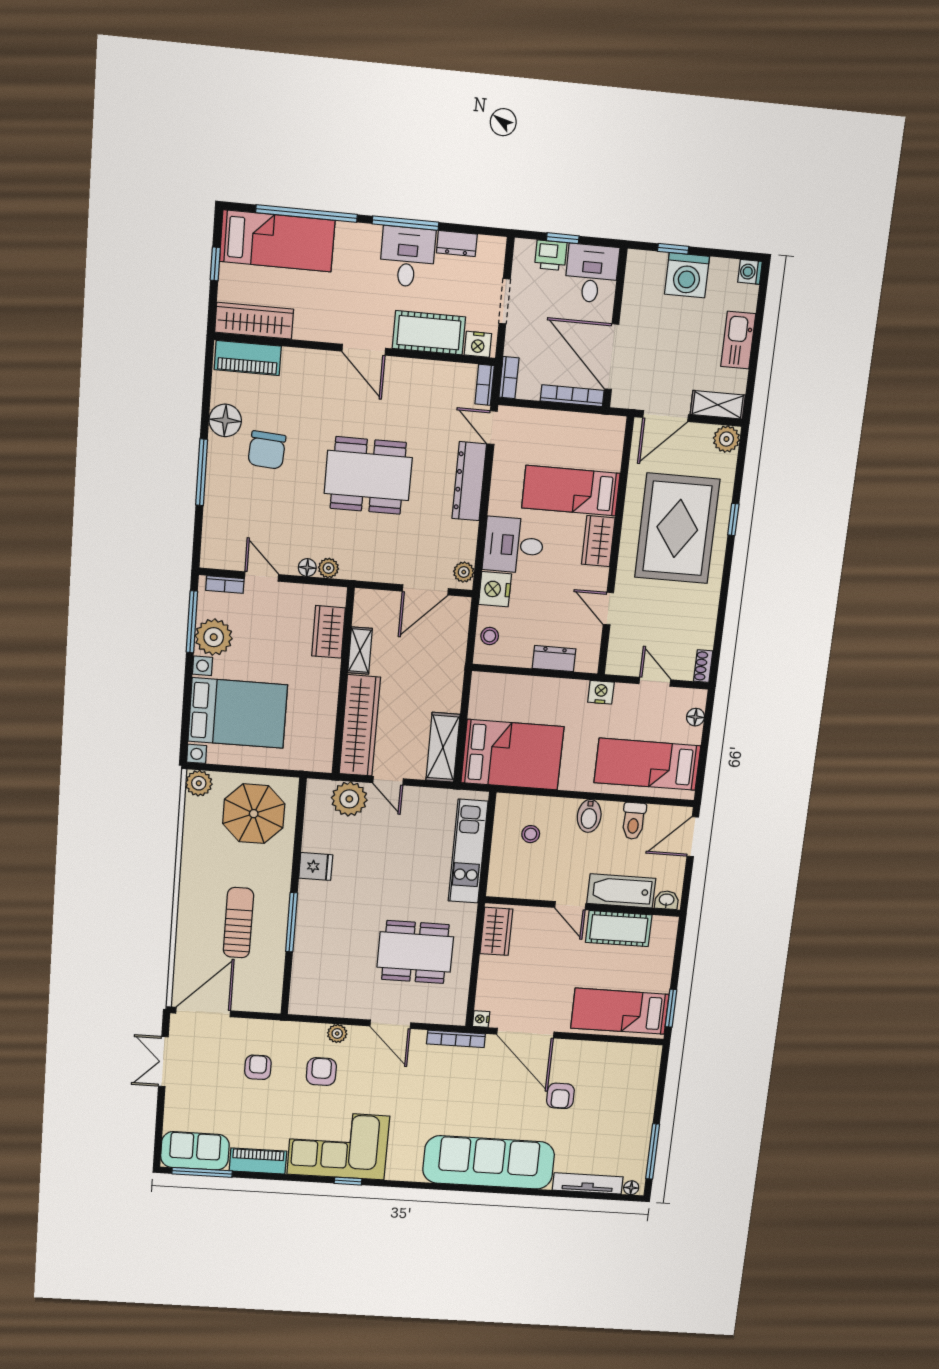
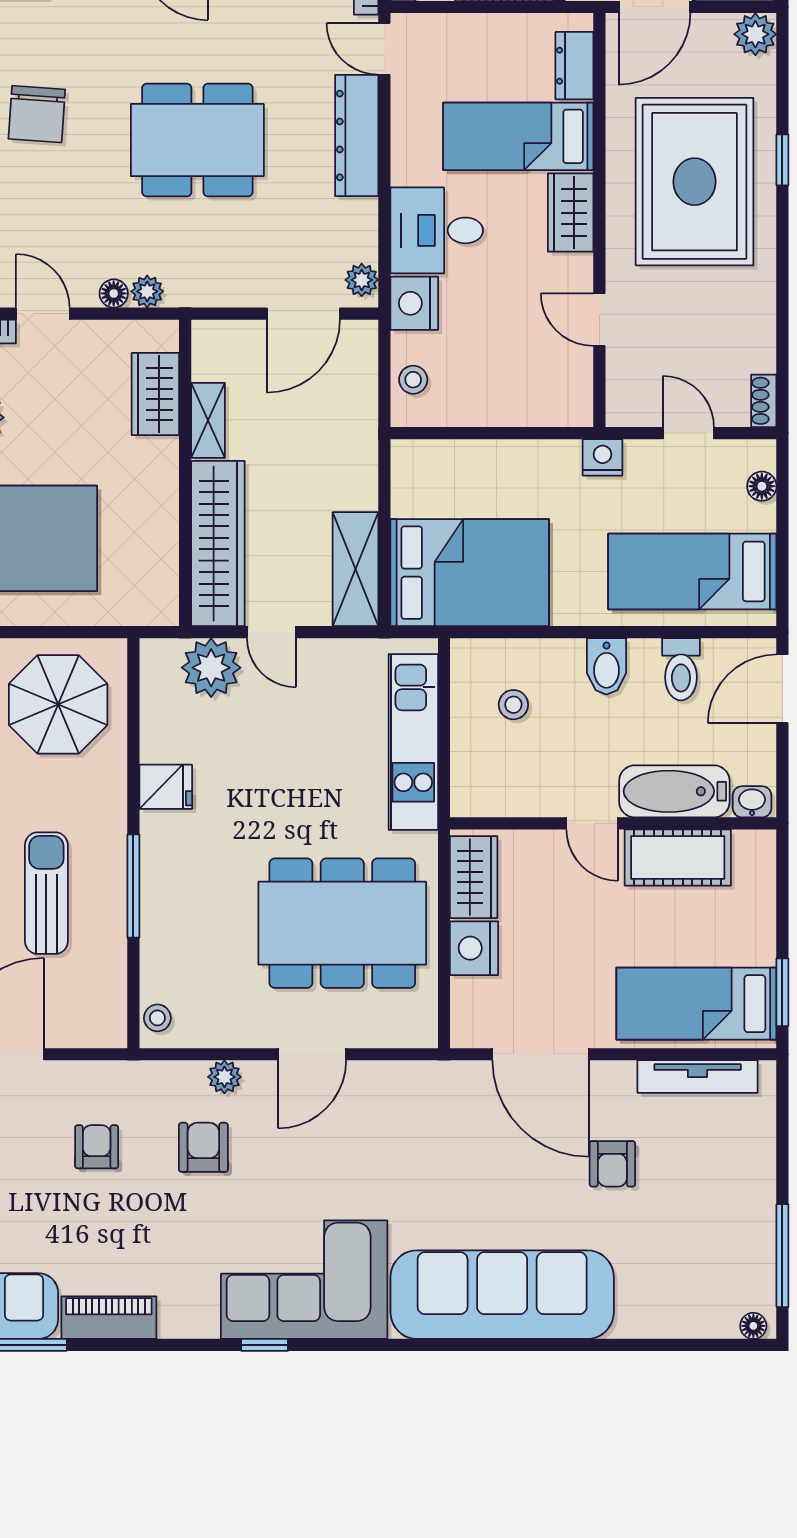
dresser: (554, 659) -> (574, 66), moved, turned -90
dining table: (415, 952) -> (342, 923), width x1.36, depth x1.24
stool: (300, 998) -> (157, 1018), added
nightstand: (481, 1019) -> (474, 948), moved, width x1.89, depth x1.79
door: (390, 1024) -> (312, 1054), hinge flipped
bookcase: (456, 1039) -> (425, 1073), removed
corner sofa: (338, 1145) -> (304, 1280), moved
tv unit: (588, 1183) -> (698, 1076), moved, turned 180

